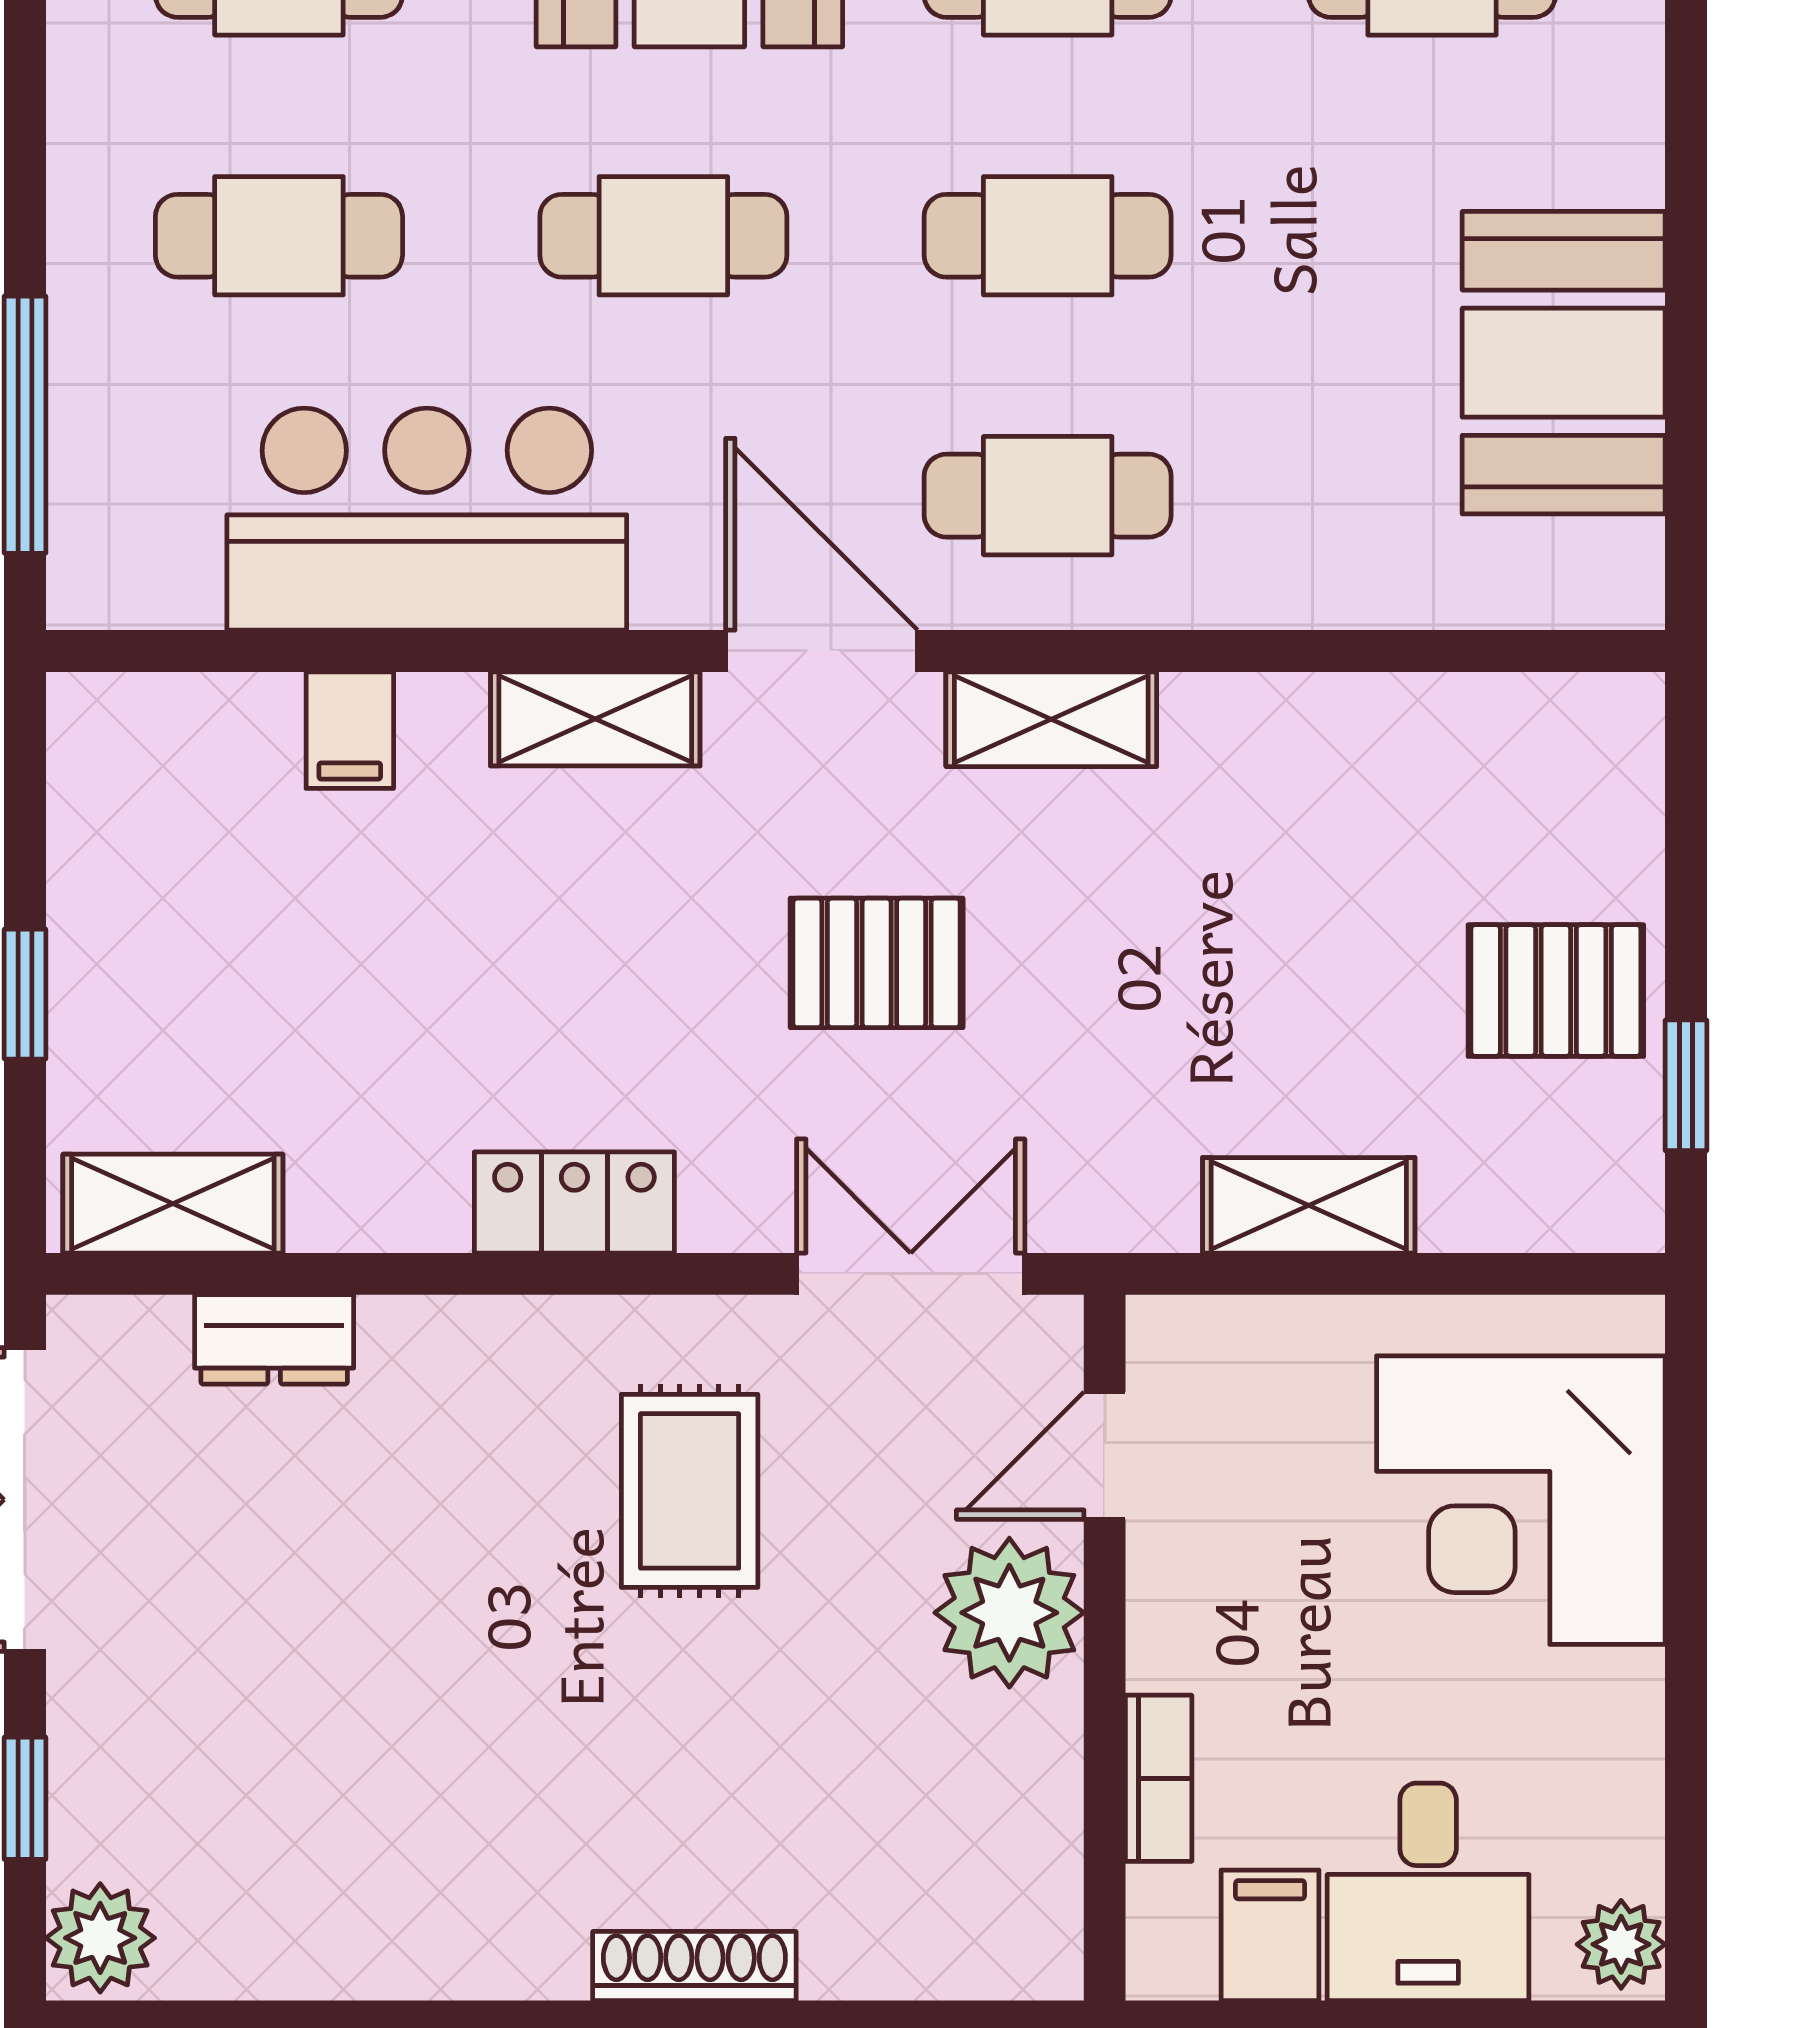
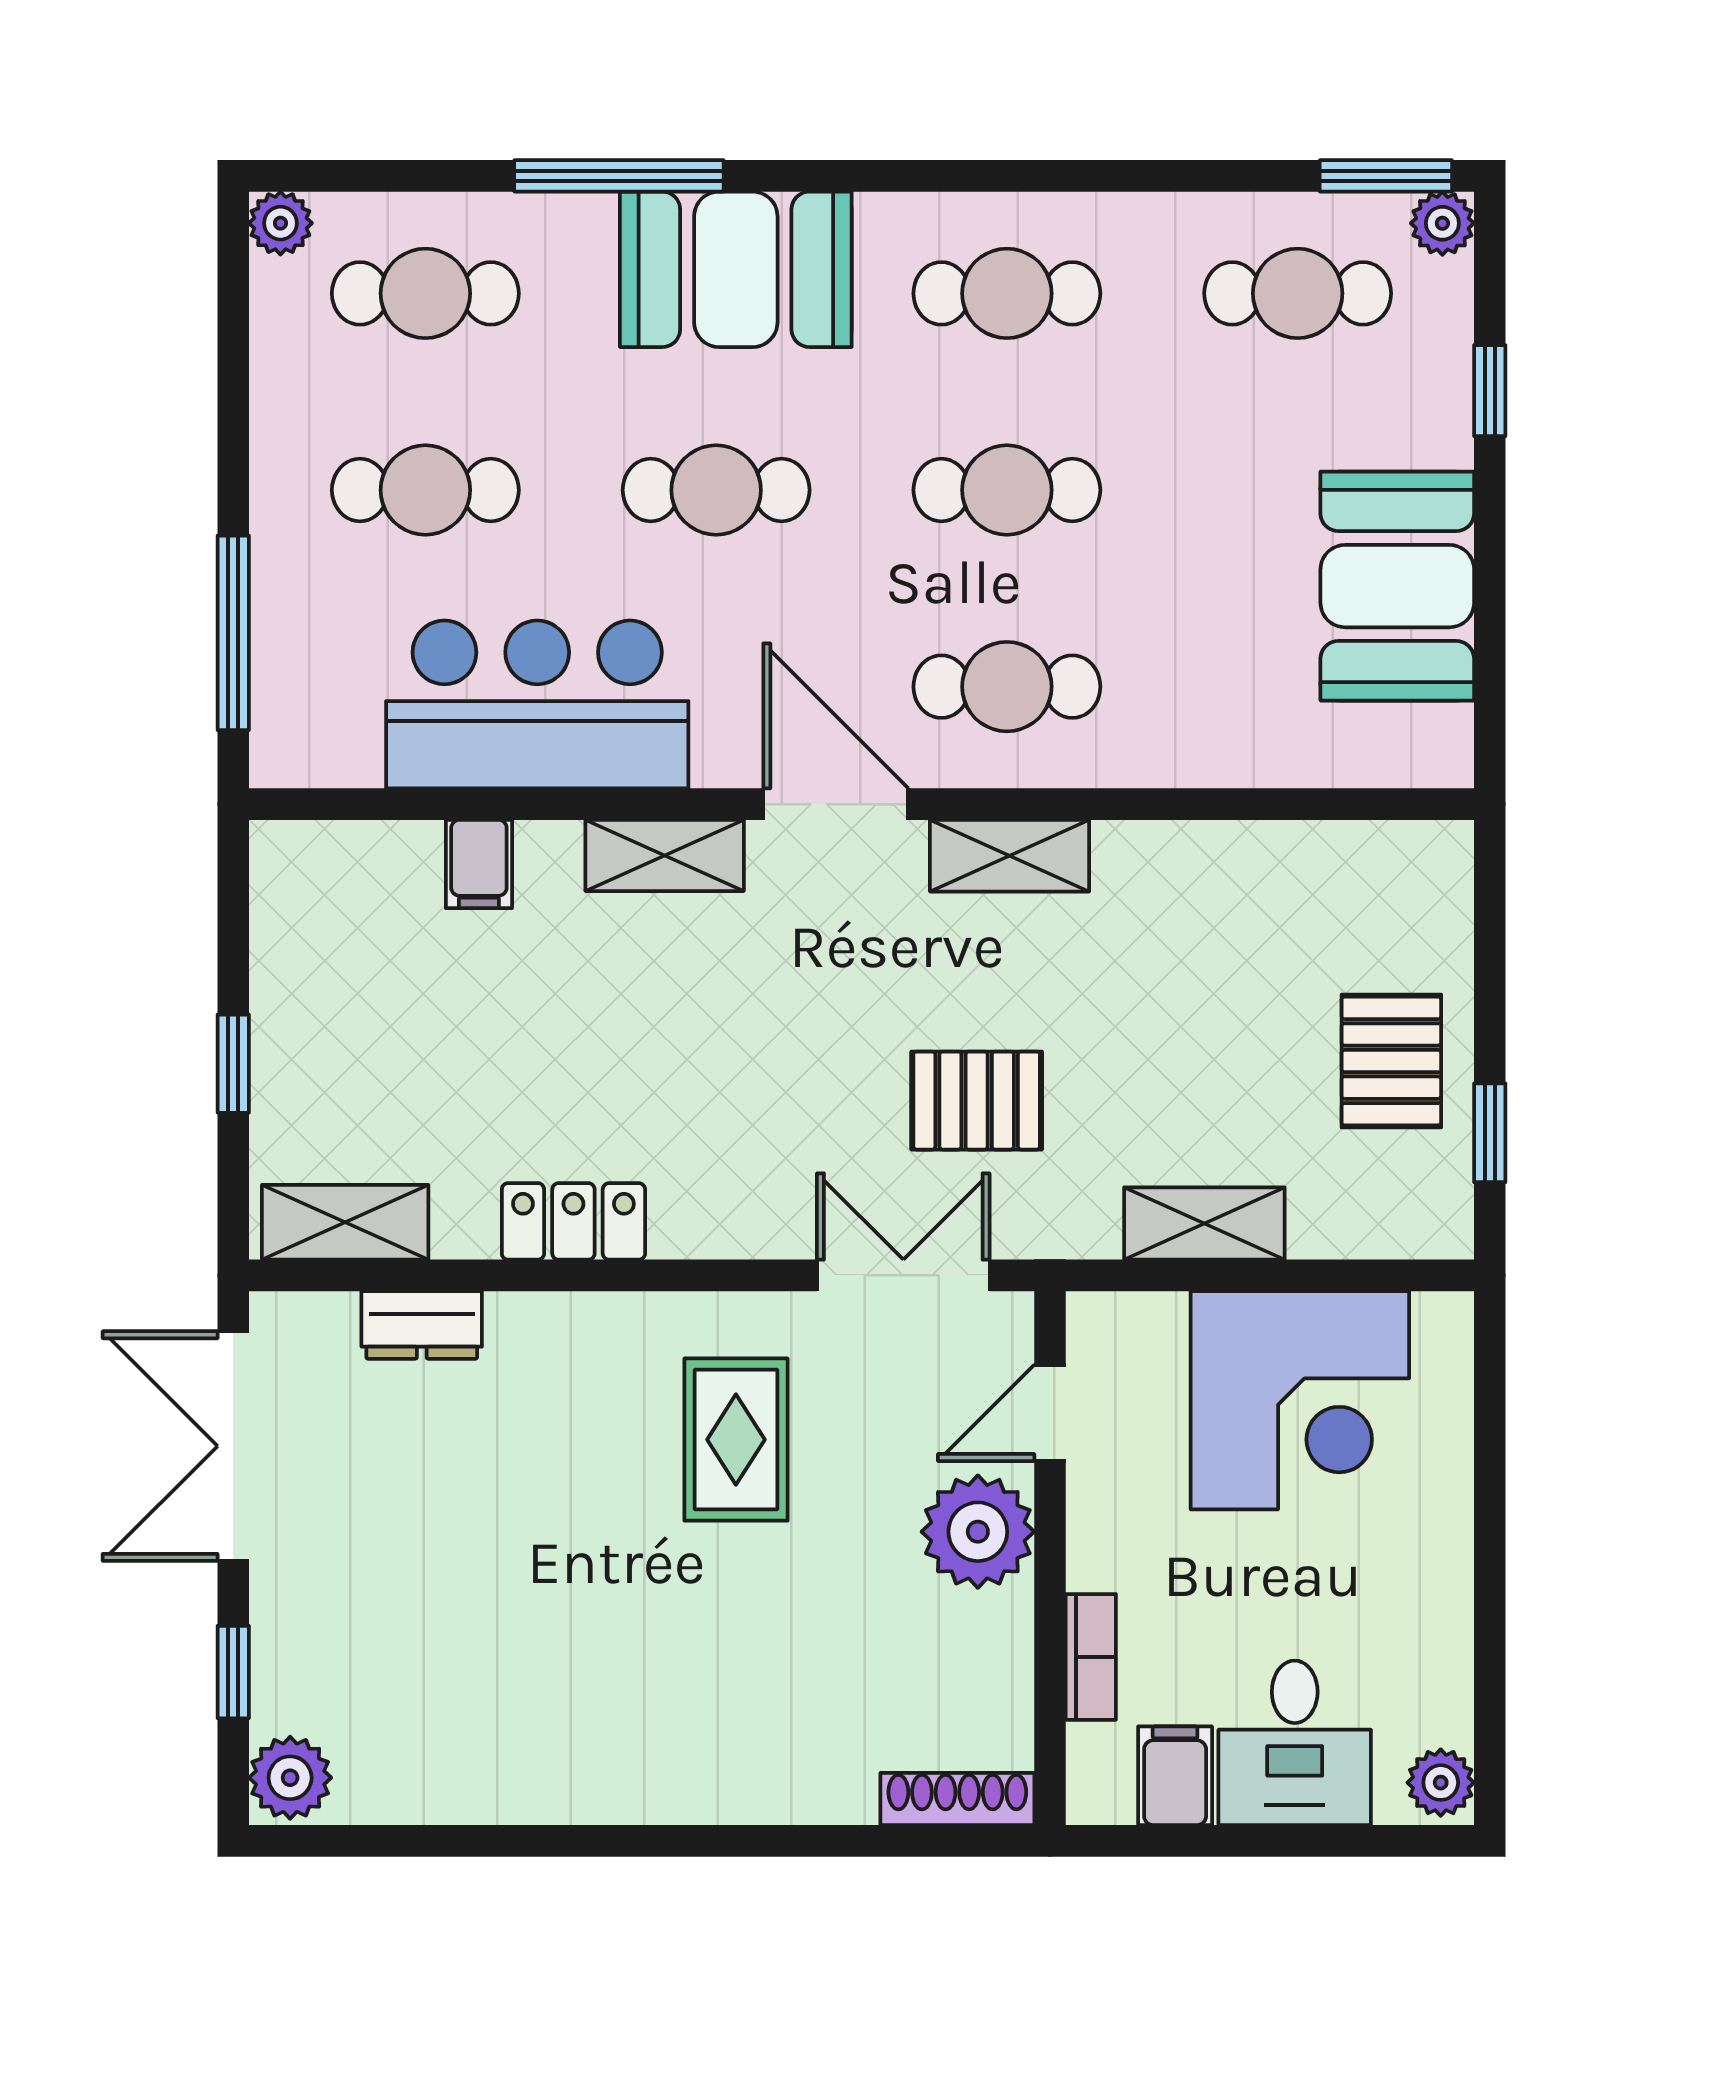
window: (1686, 104) -> (1490, 391), added
pallet: (877, 963) -> (977, 1101), moved
pallet: (1556, 991) -> (1391, 1061), turned 90
locker: (574, 1203) -> (573, 1221), moved
corner desk: (1521, 1500) -> (1300, 1400), moved, turned -90
shoe rack: (694, 1966) -> (957, 1799), moved

